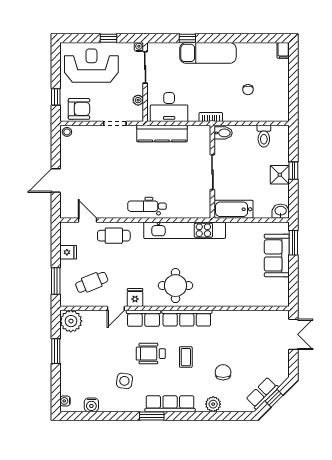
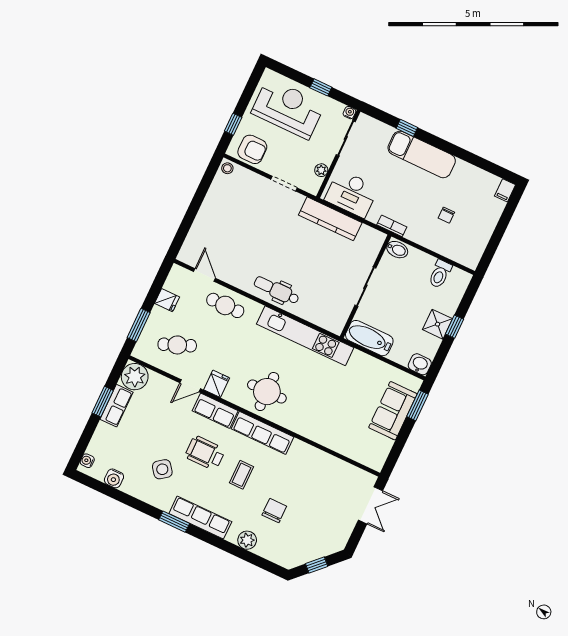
door: (56, 180) -> (190, 215), removed
side table: (124, 381) -> (162, 469), turned 45
row of seats: (262, 393) -> (117, 406), moved, turned 135

